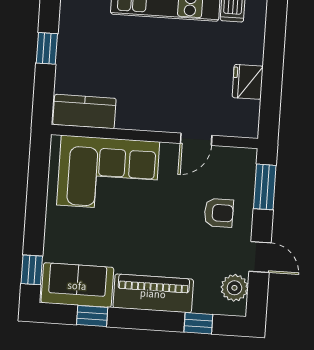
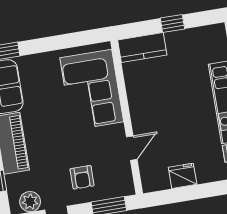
kitchen counter: (84, 111) -> (142, 48), moved, turned 90
door: (196, 139) -> (132, 148), swing flipped

